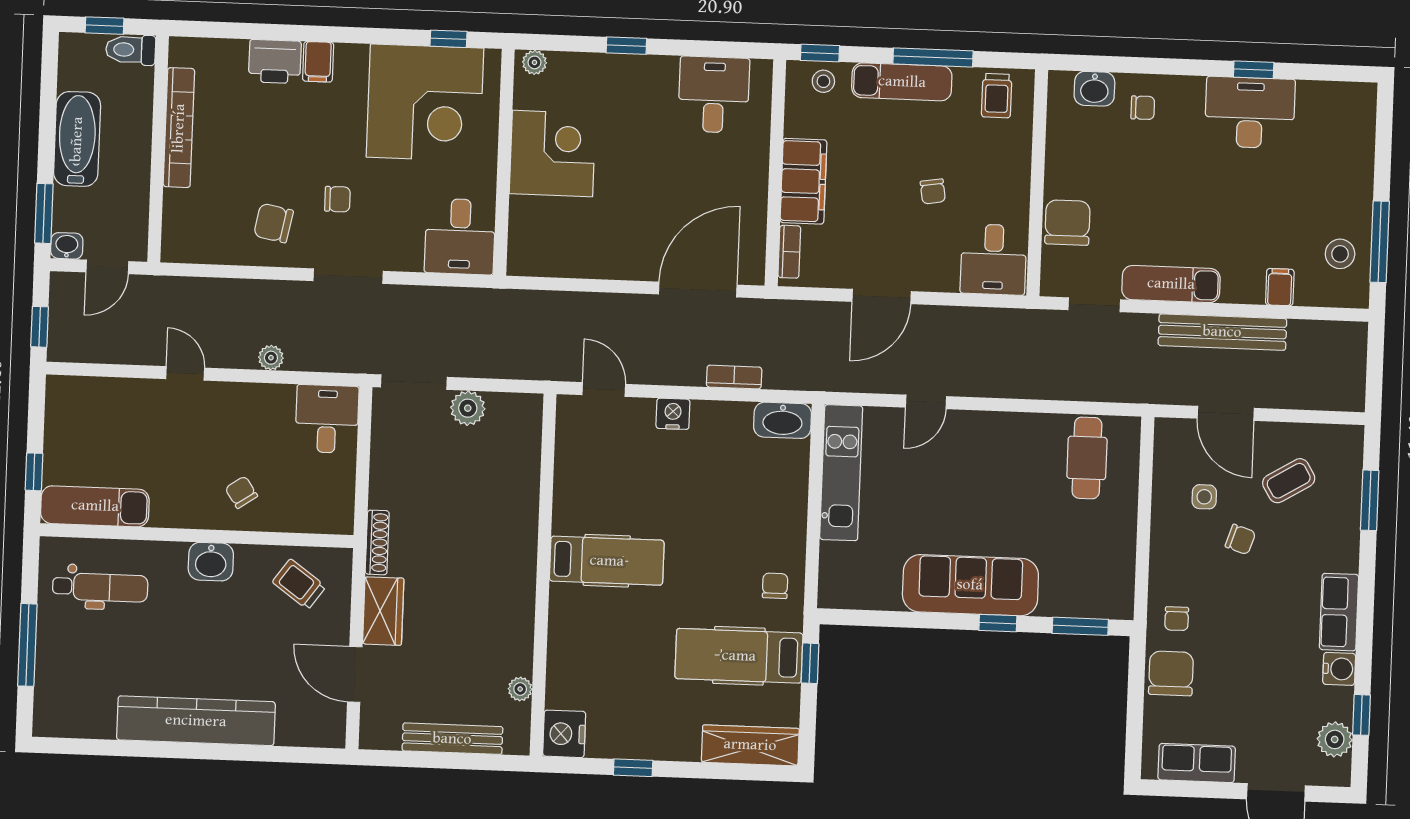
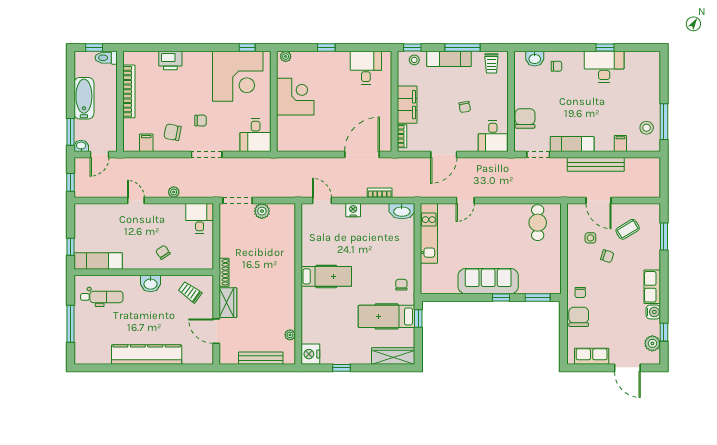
filing cabinet: (318, 62) -> (146, 143), moved, turned 180

